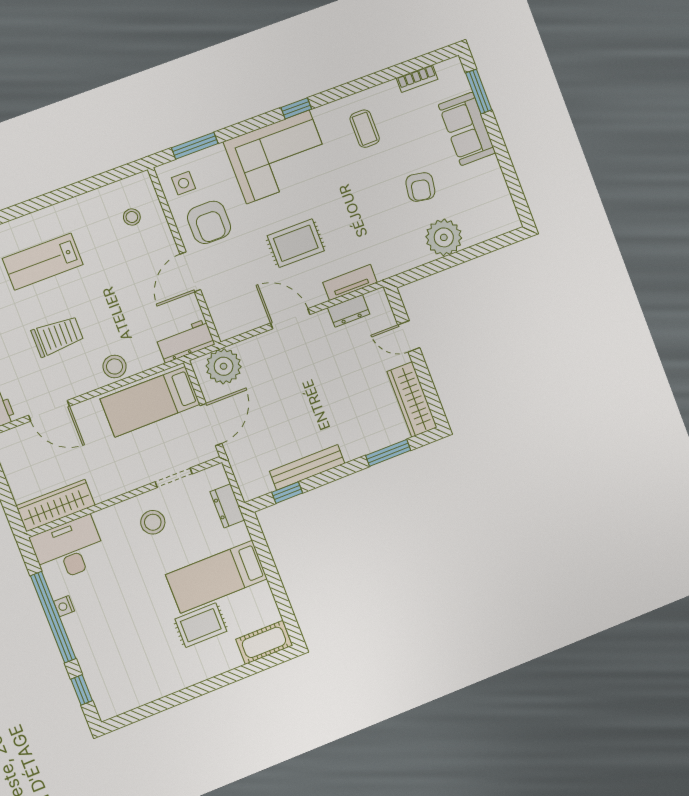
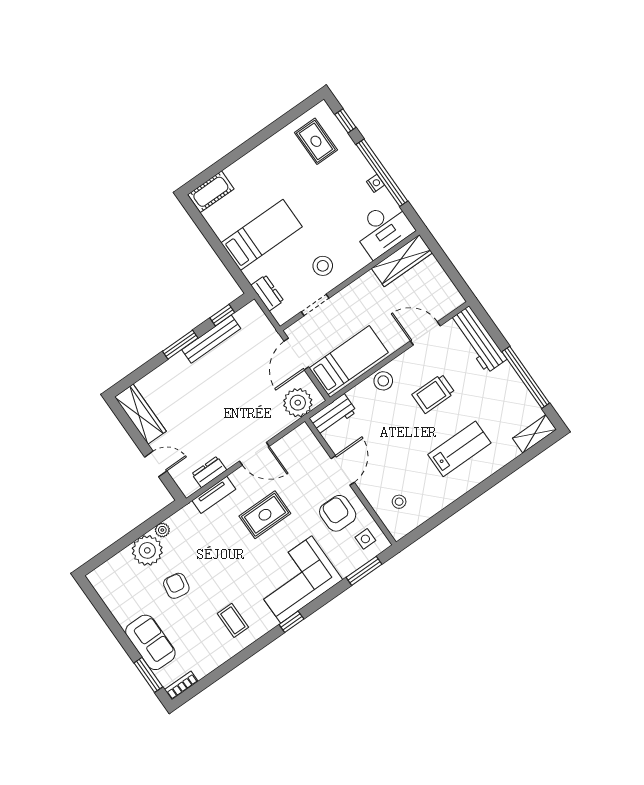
bookcase: (417, 79) -> (181, 685), moved
plant: (420, 257) -> (162, 530), added
window: (388, 453) -> (180, 345), moved
rug: (201, 625) -> (316, 141), moved, turned 90

